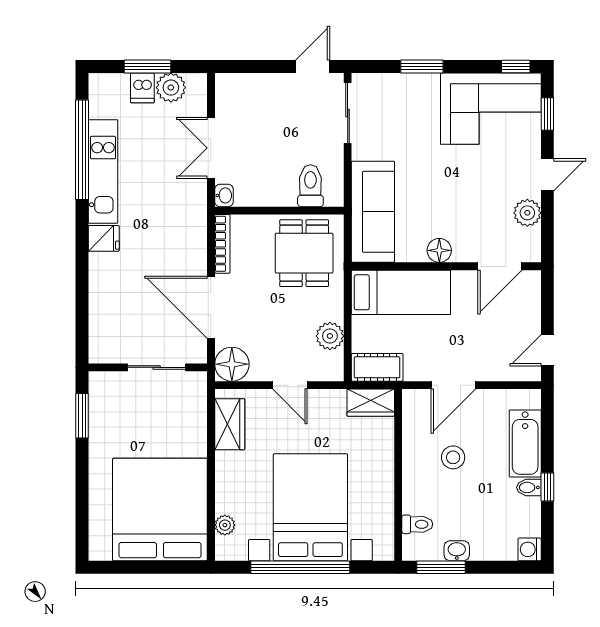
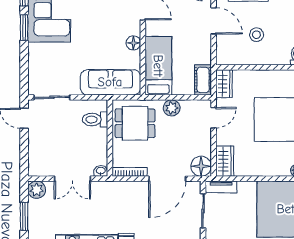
window: (422, 66) -> (24, 28), moved
dishwasher: (142, 88) -> (37, 219), removed
plant: (171, 88) -> (37, 190), moved
plant: (330, 336) -> (172, 108), moved
door: (290, 385) -> (214, 118), moved
door: (453, 385) -> (214, 21), moved
tv unit: (197, 398) -> (221, 187), added
wardrobe: (230, 424) -> (225, 161), moved, turned 90

